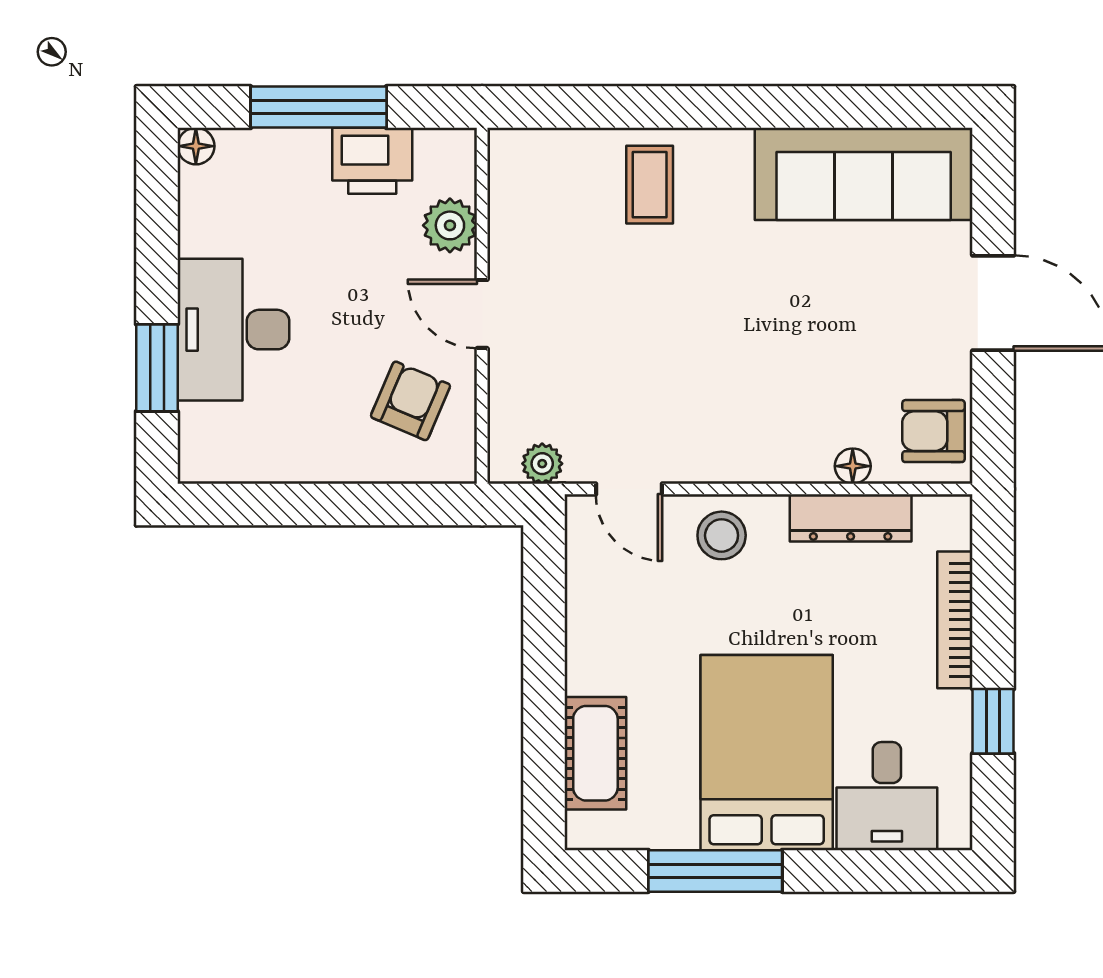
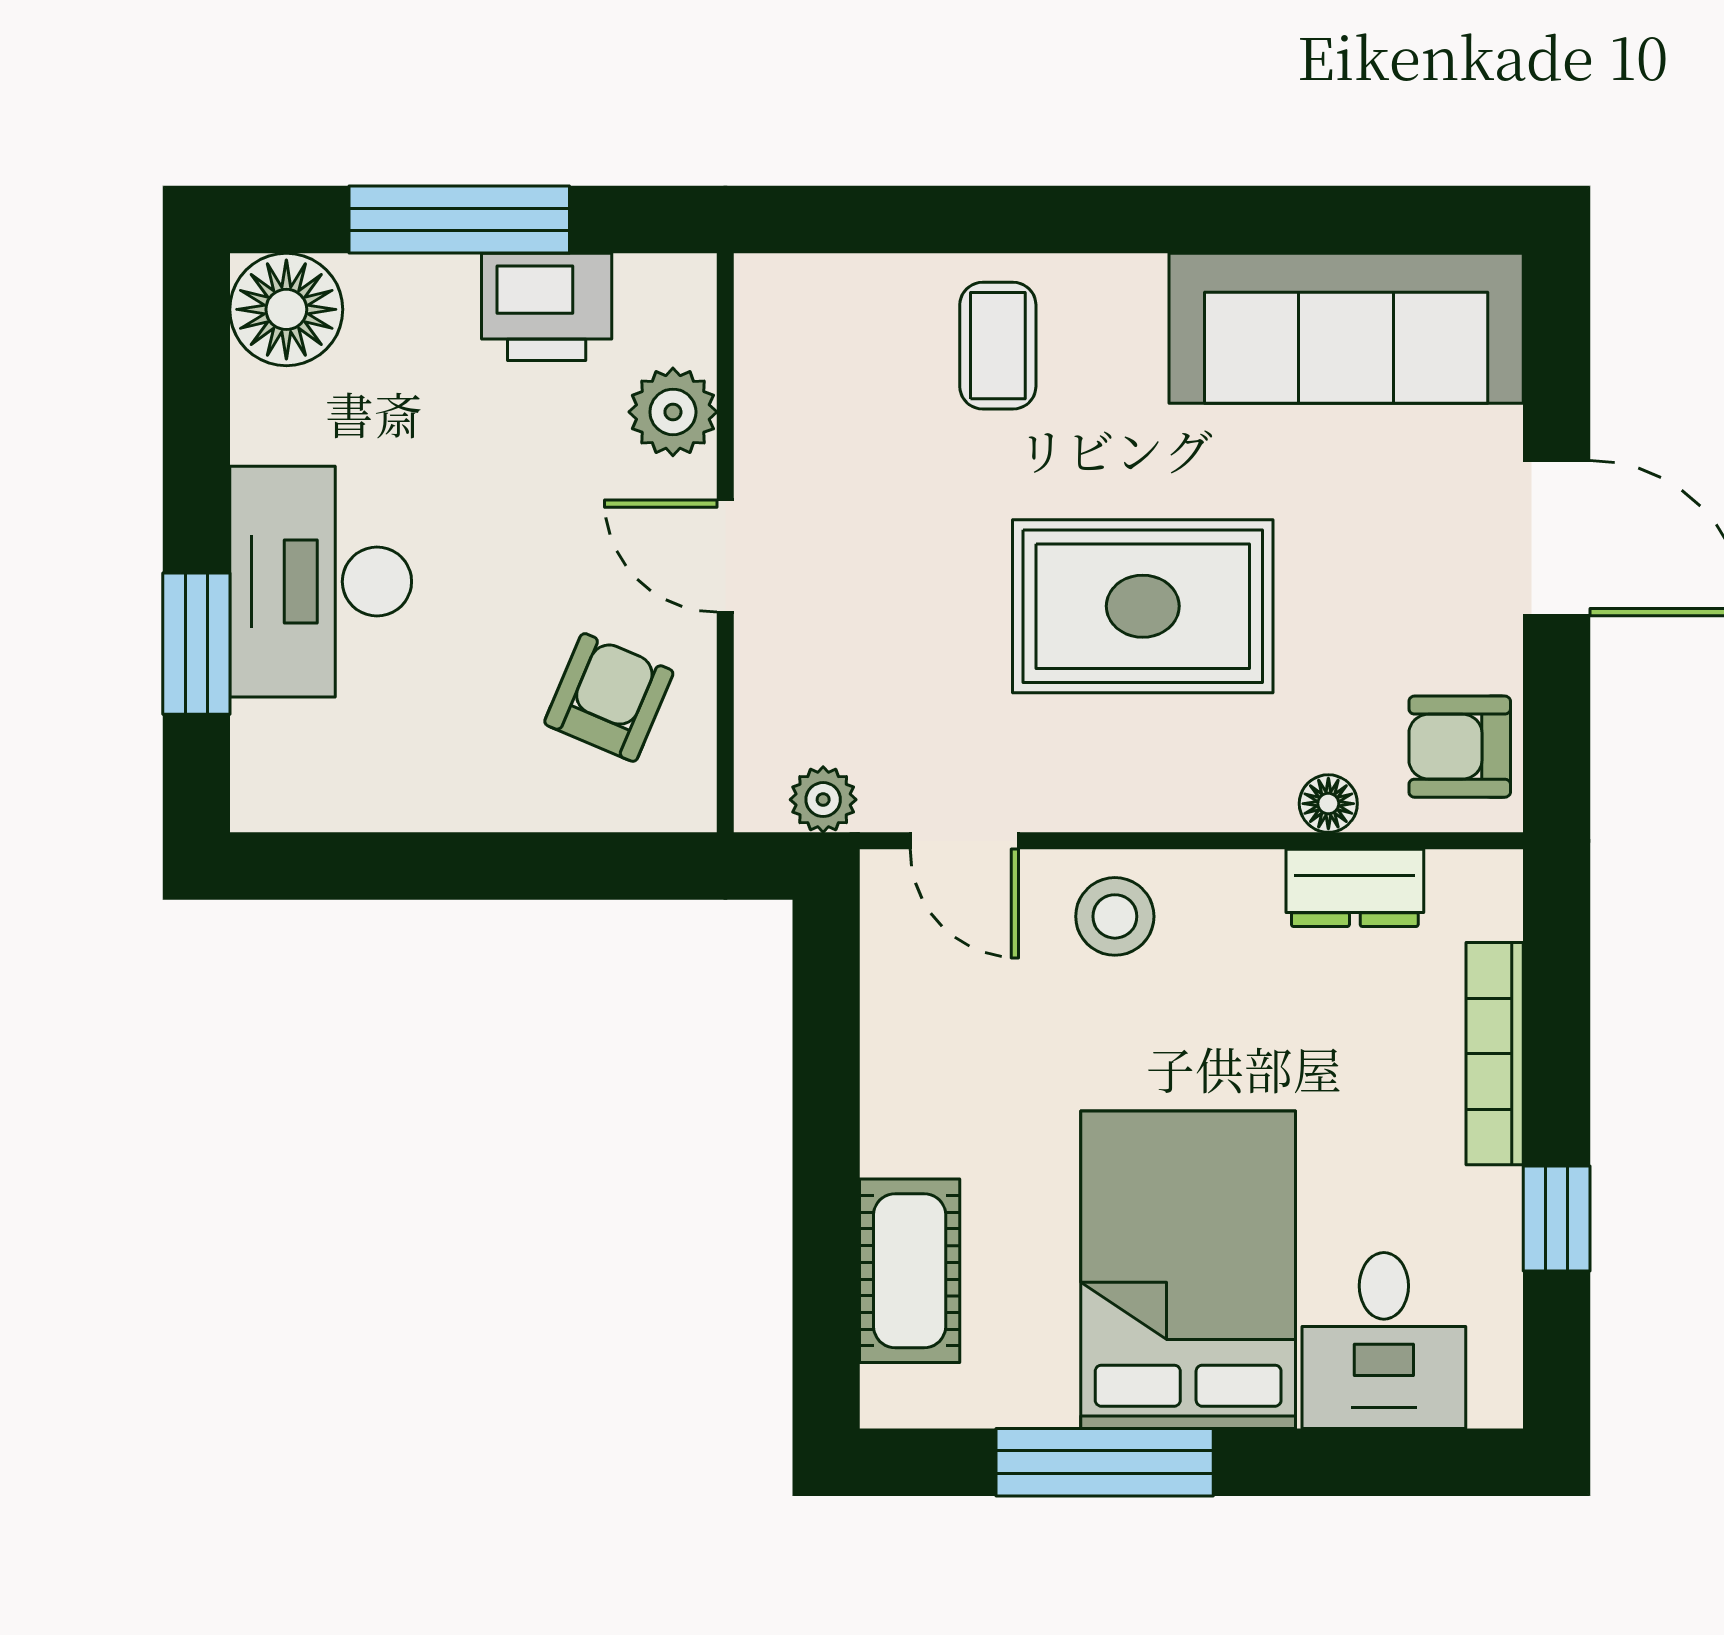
floor lamp: (196, 146) -> (286, 309), width x1.89, depth x1.89
rug: (739, 345) -> (1143, 606), added
dresser: (851, 518) -> (1355, 888), width x0.70

